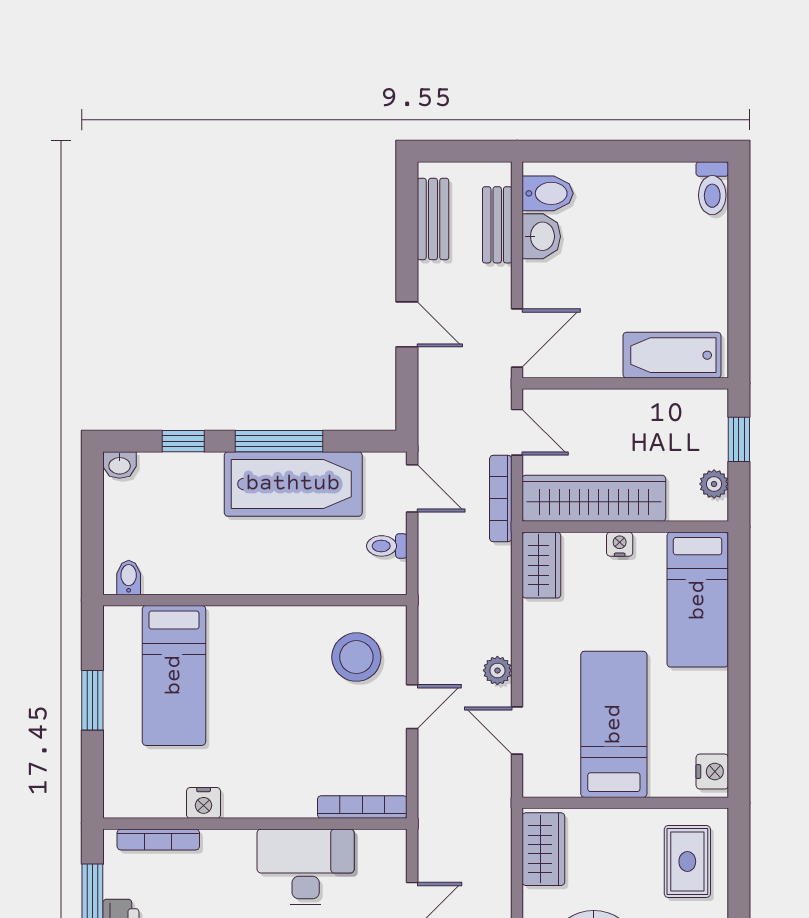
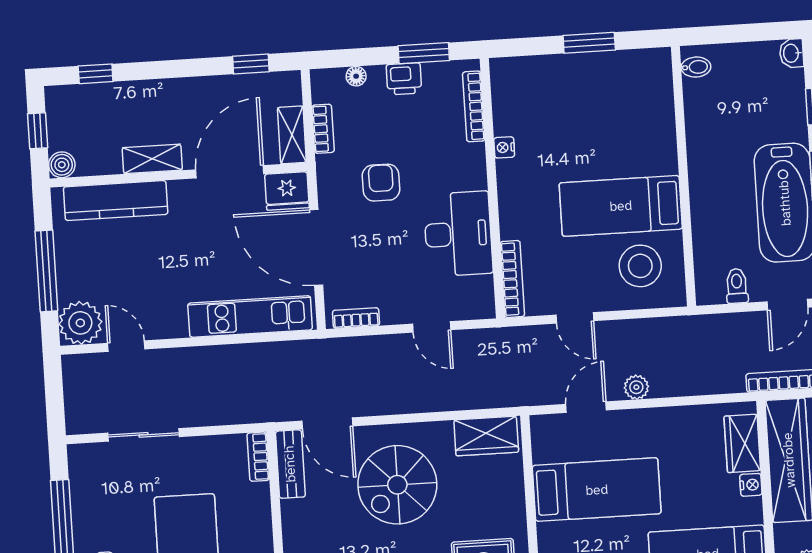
wardrobe: (541, 565) -> (742, 443), moved, turned 90
bed: (174, 675) -> (621, 206), moved
door: (412, 707) -> (575, 318), moved
nightstand: (204, 803) -> (504, 147), width x0.72, depth x0.74

